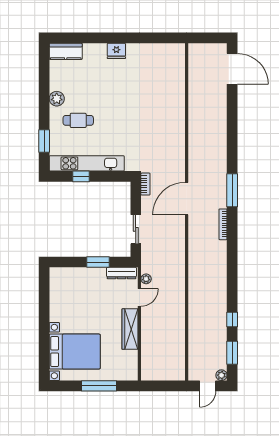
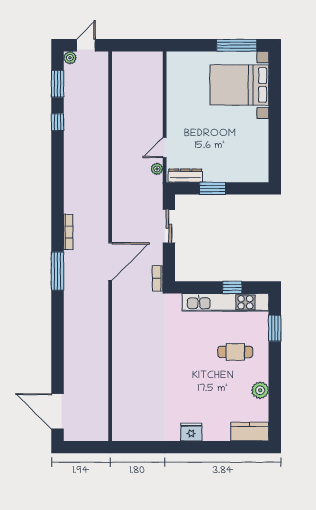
plant: (57, 99) -> (260, 390), moved
wardrobe: (130, 329) -> (176, 111), removed
window: (99, 386) -> (237, 45), moved

